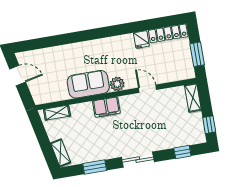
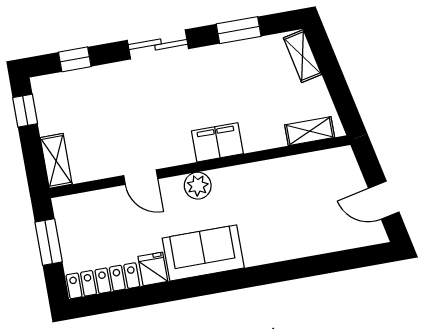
sofa: (88, 84) -> (203, 253), moved, turned 180

